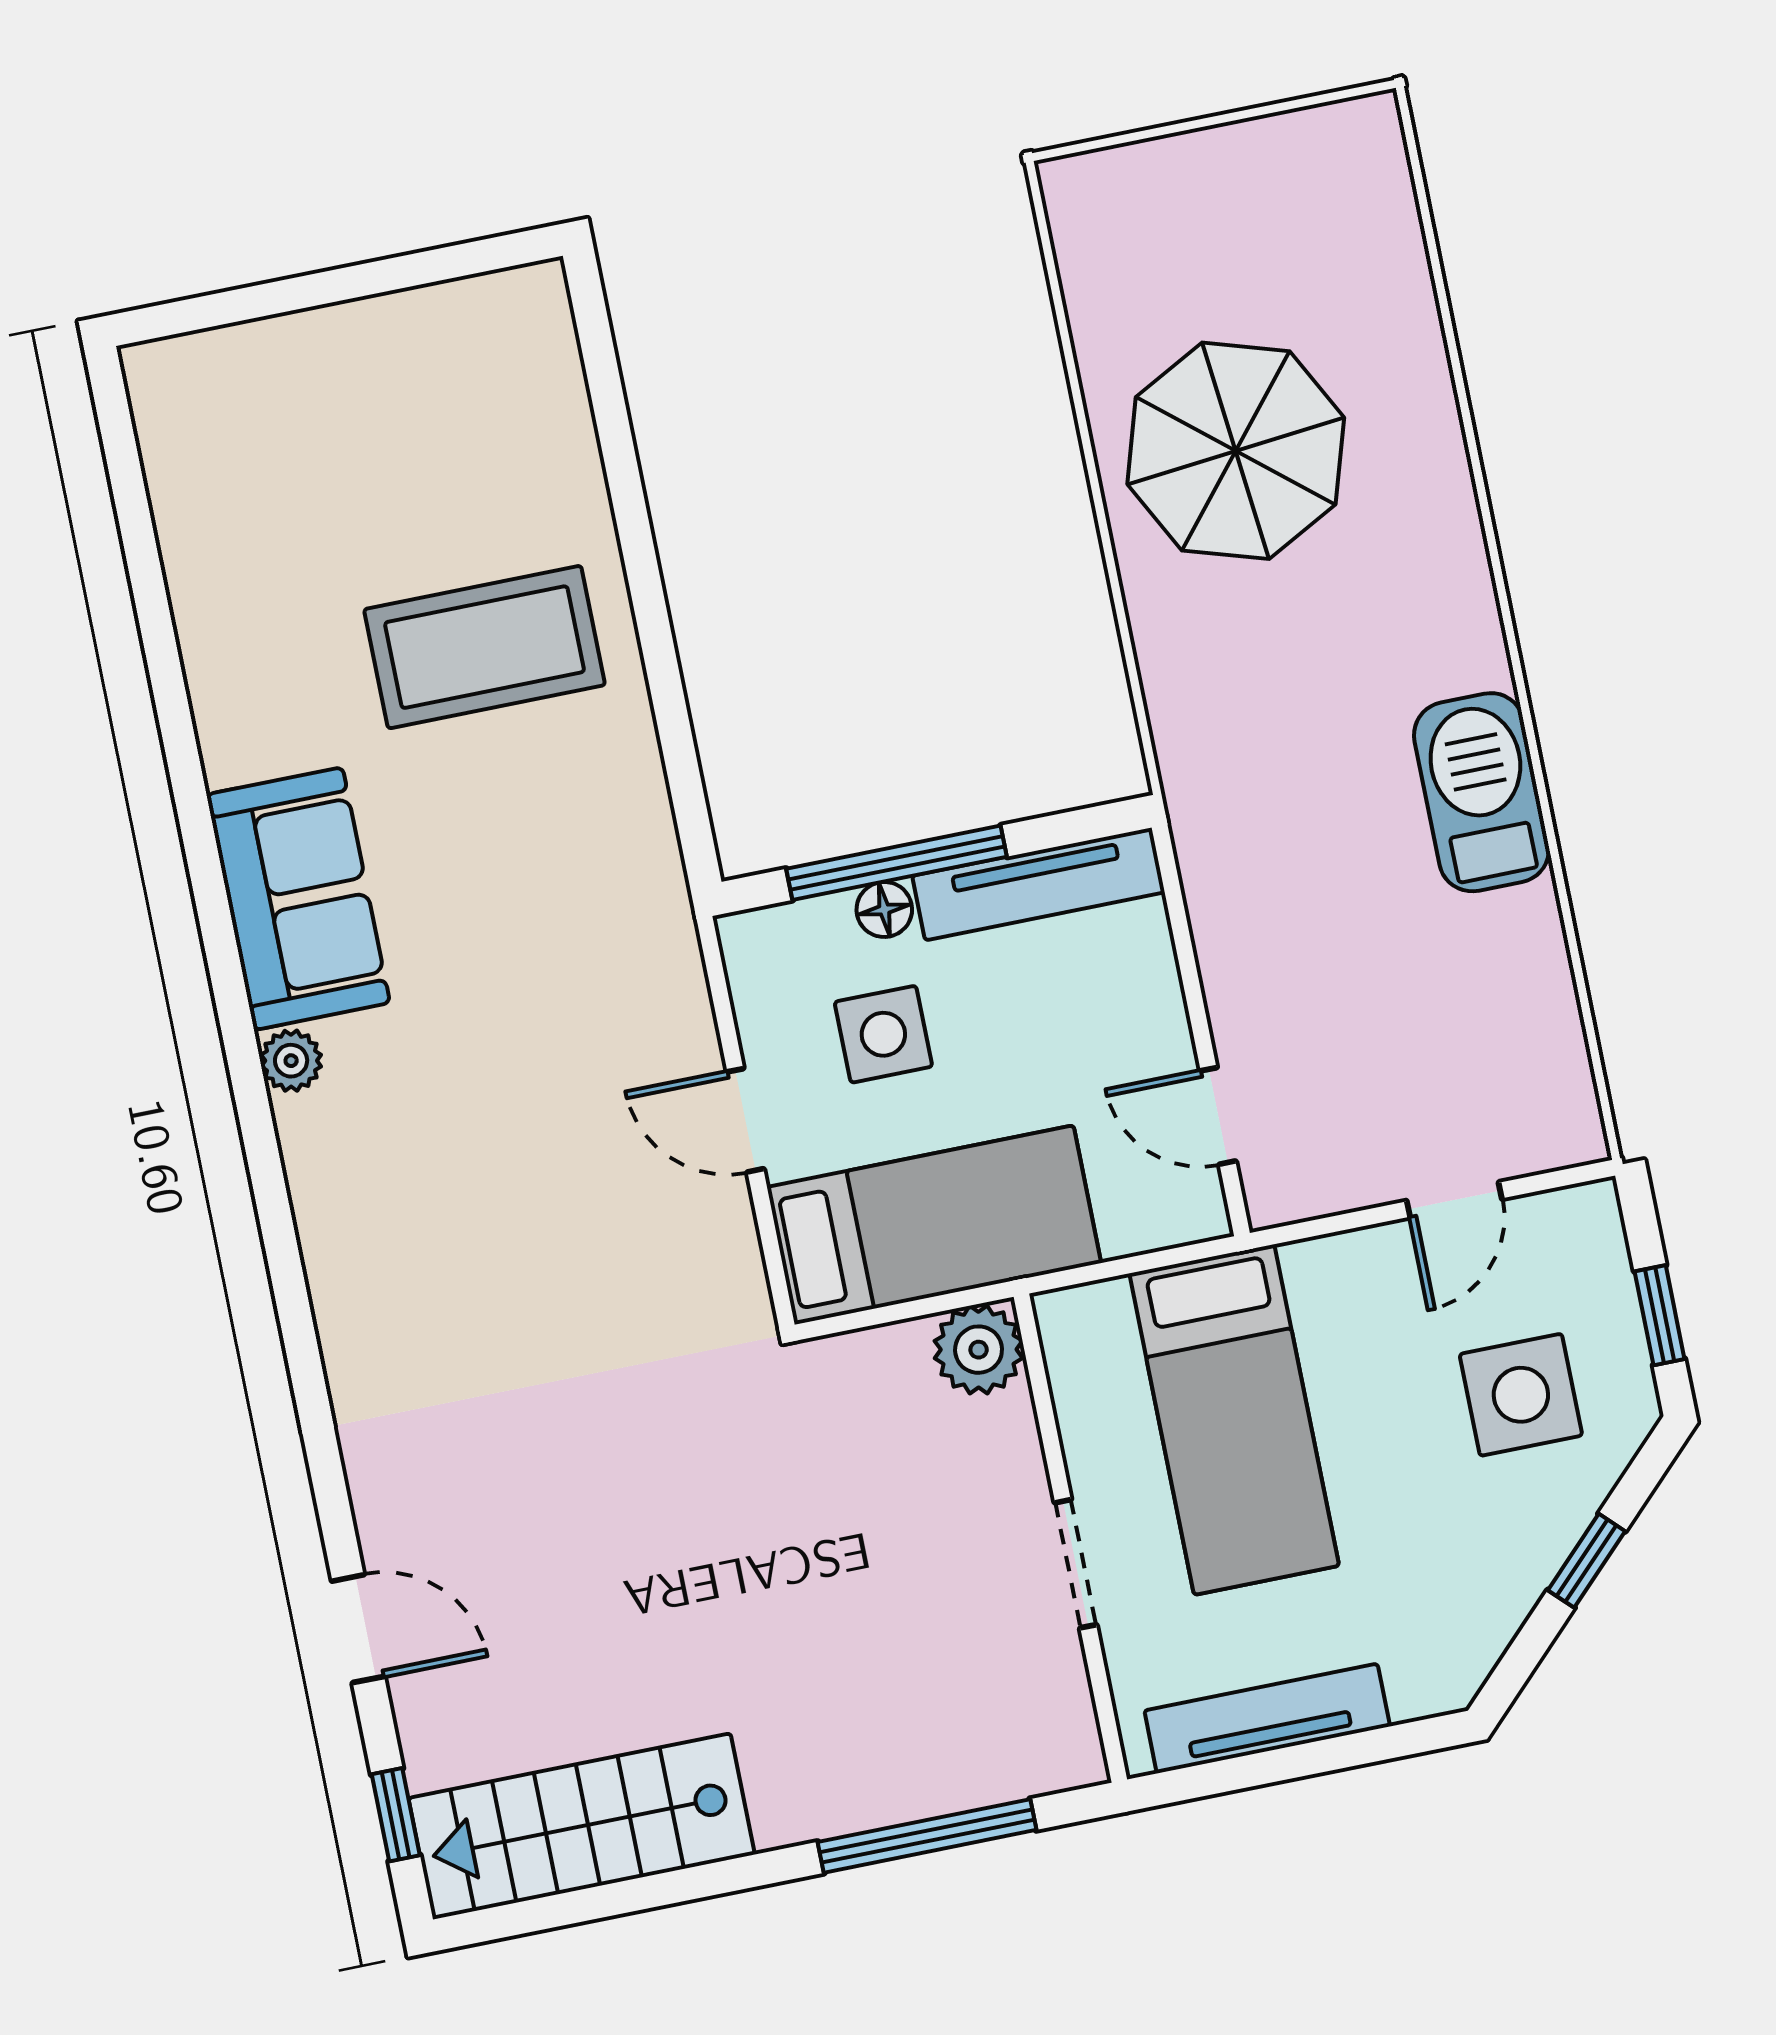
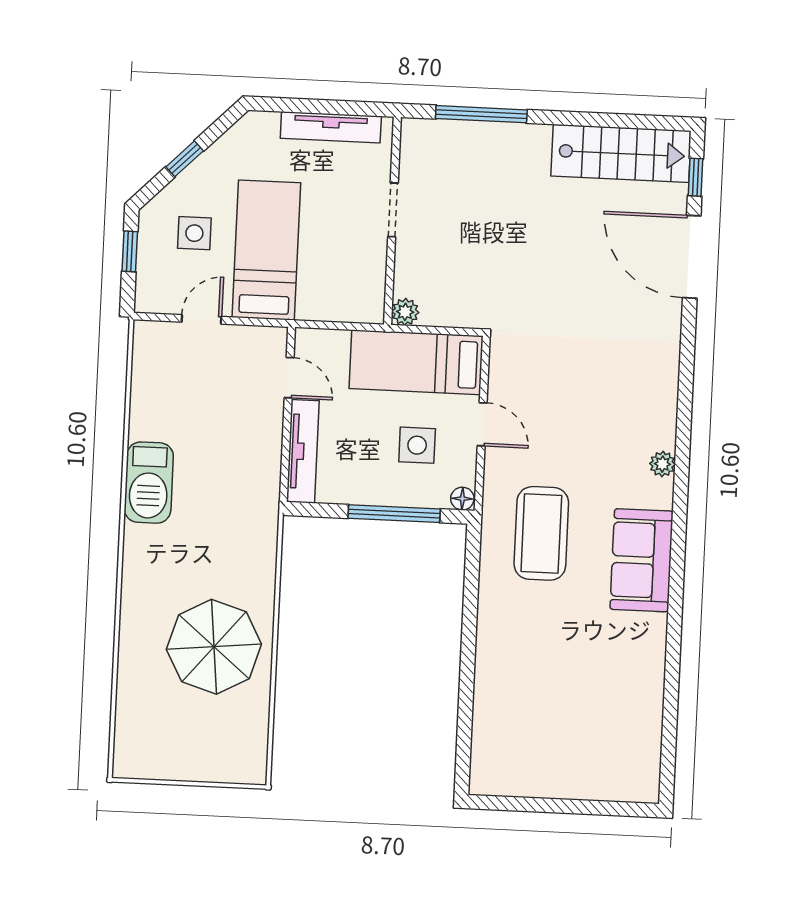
coffee table: (485, 647) -> (541, 533), moved, turned 90
tv unit: (1039, 884) -> (303, 451), moved, turned 90
floor lamp: (884, 909) -> (462, 499), moved
plant: (291, 1061) -> (662, 464), moved
plant: (979, 1350) -> (405, 312), width x0.73, depth x0.73
side table: (1521, 1395) -> (194, 233), width x0.73, depth x0.73
bed: (1234, 1420) -> (266, 250), moved
door: (358, 1629) -> (692, 257), width x1.87

